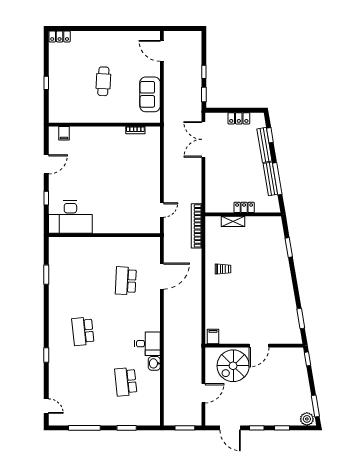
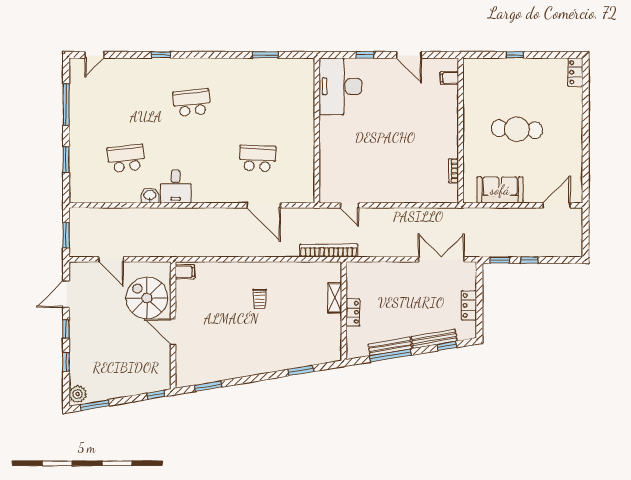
cafe table: (103, 81) -> (517, 129), width x1.37, depth x1.35
trolley: (223, 269) -> (260, 299), moved

